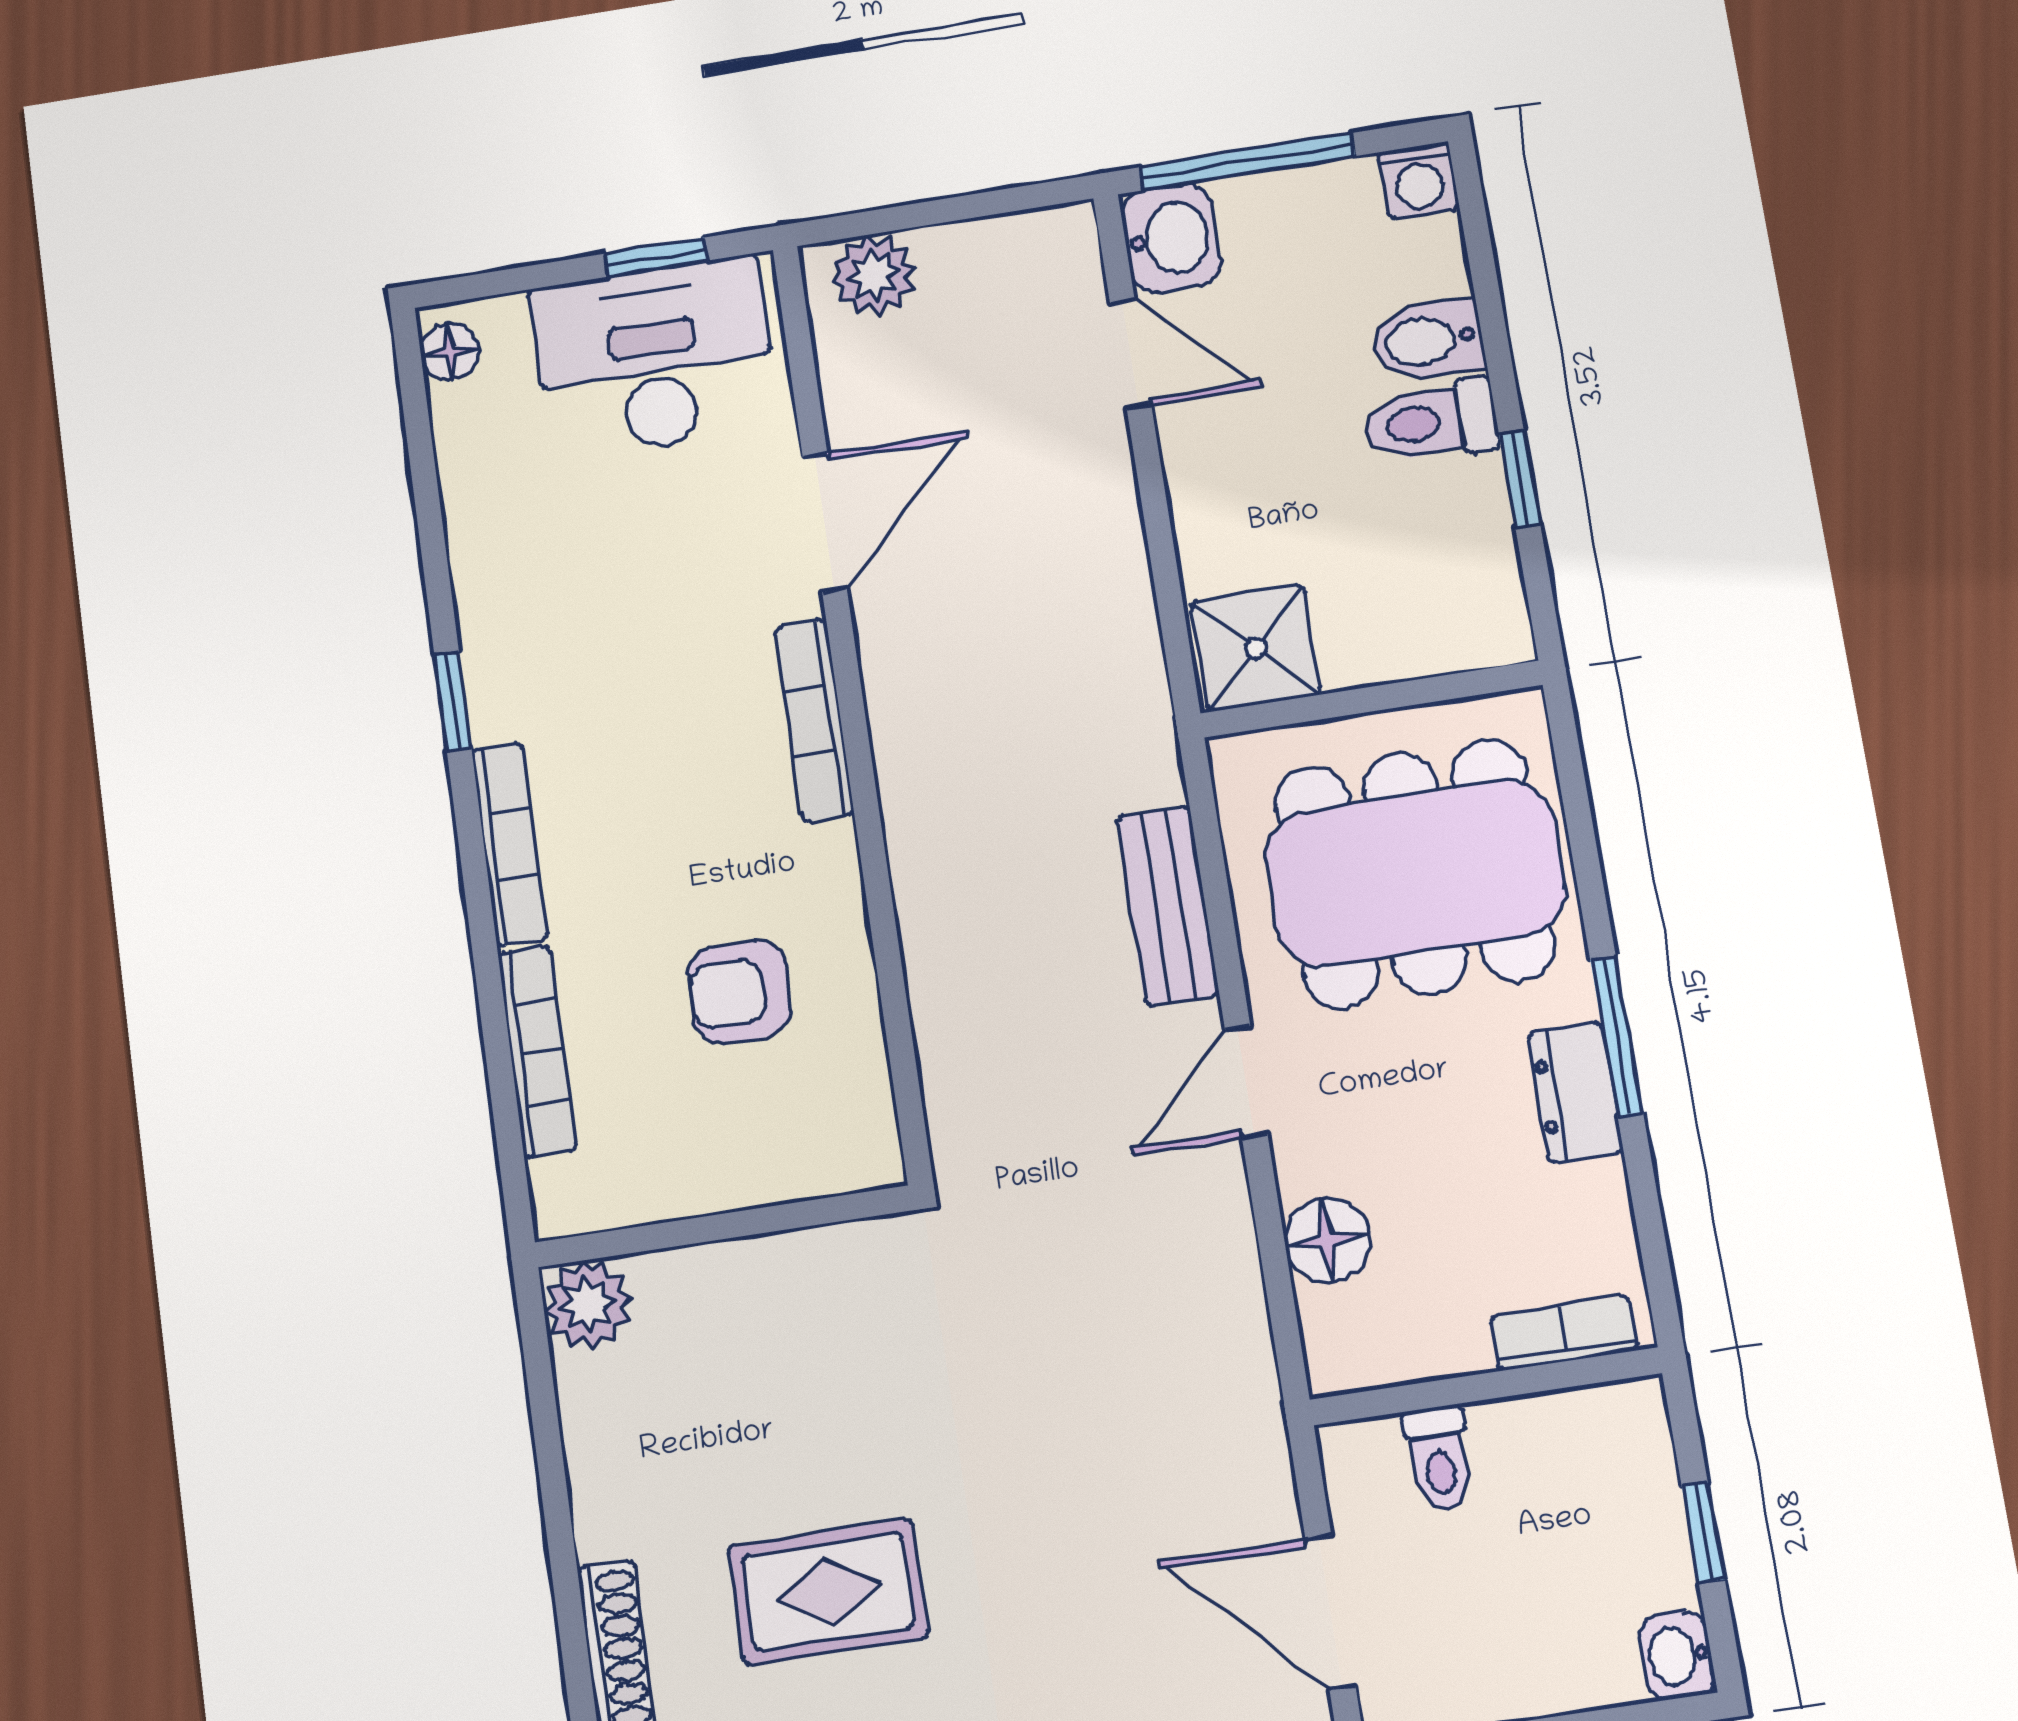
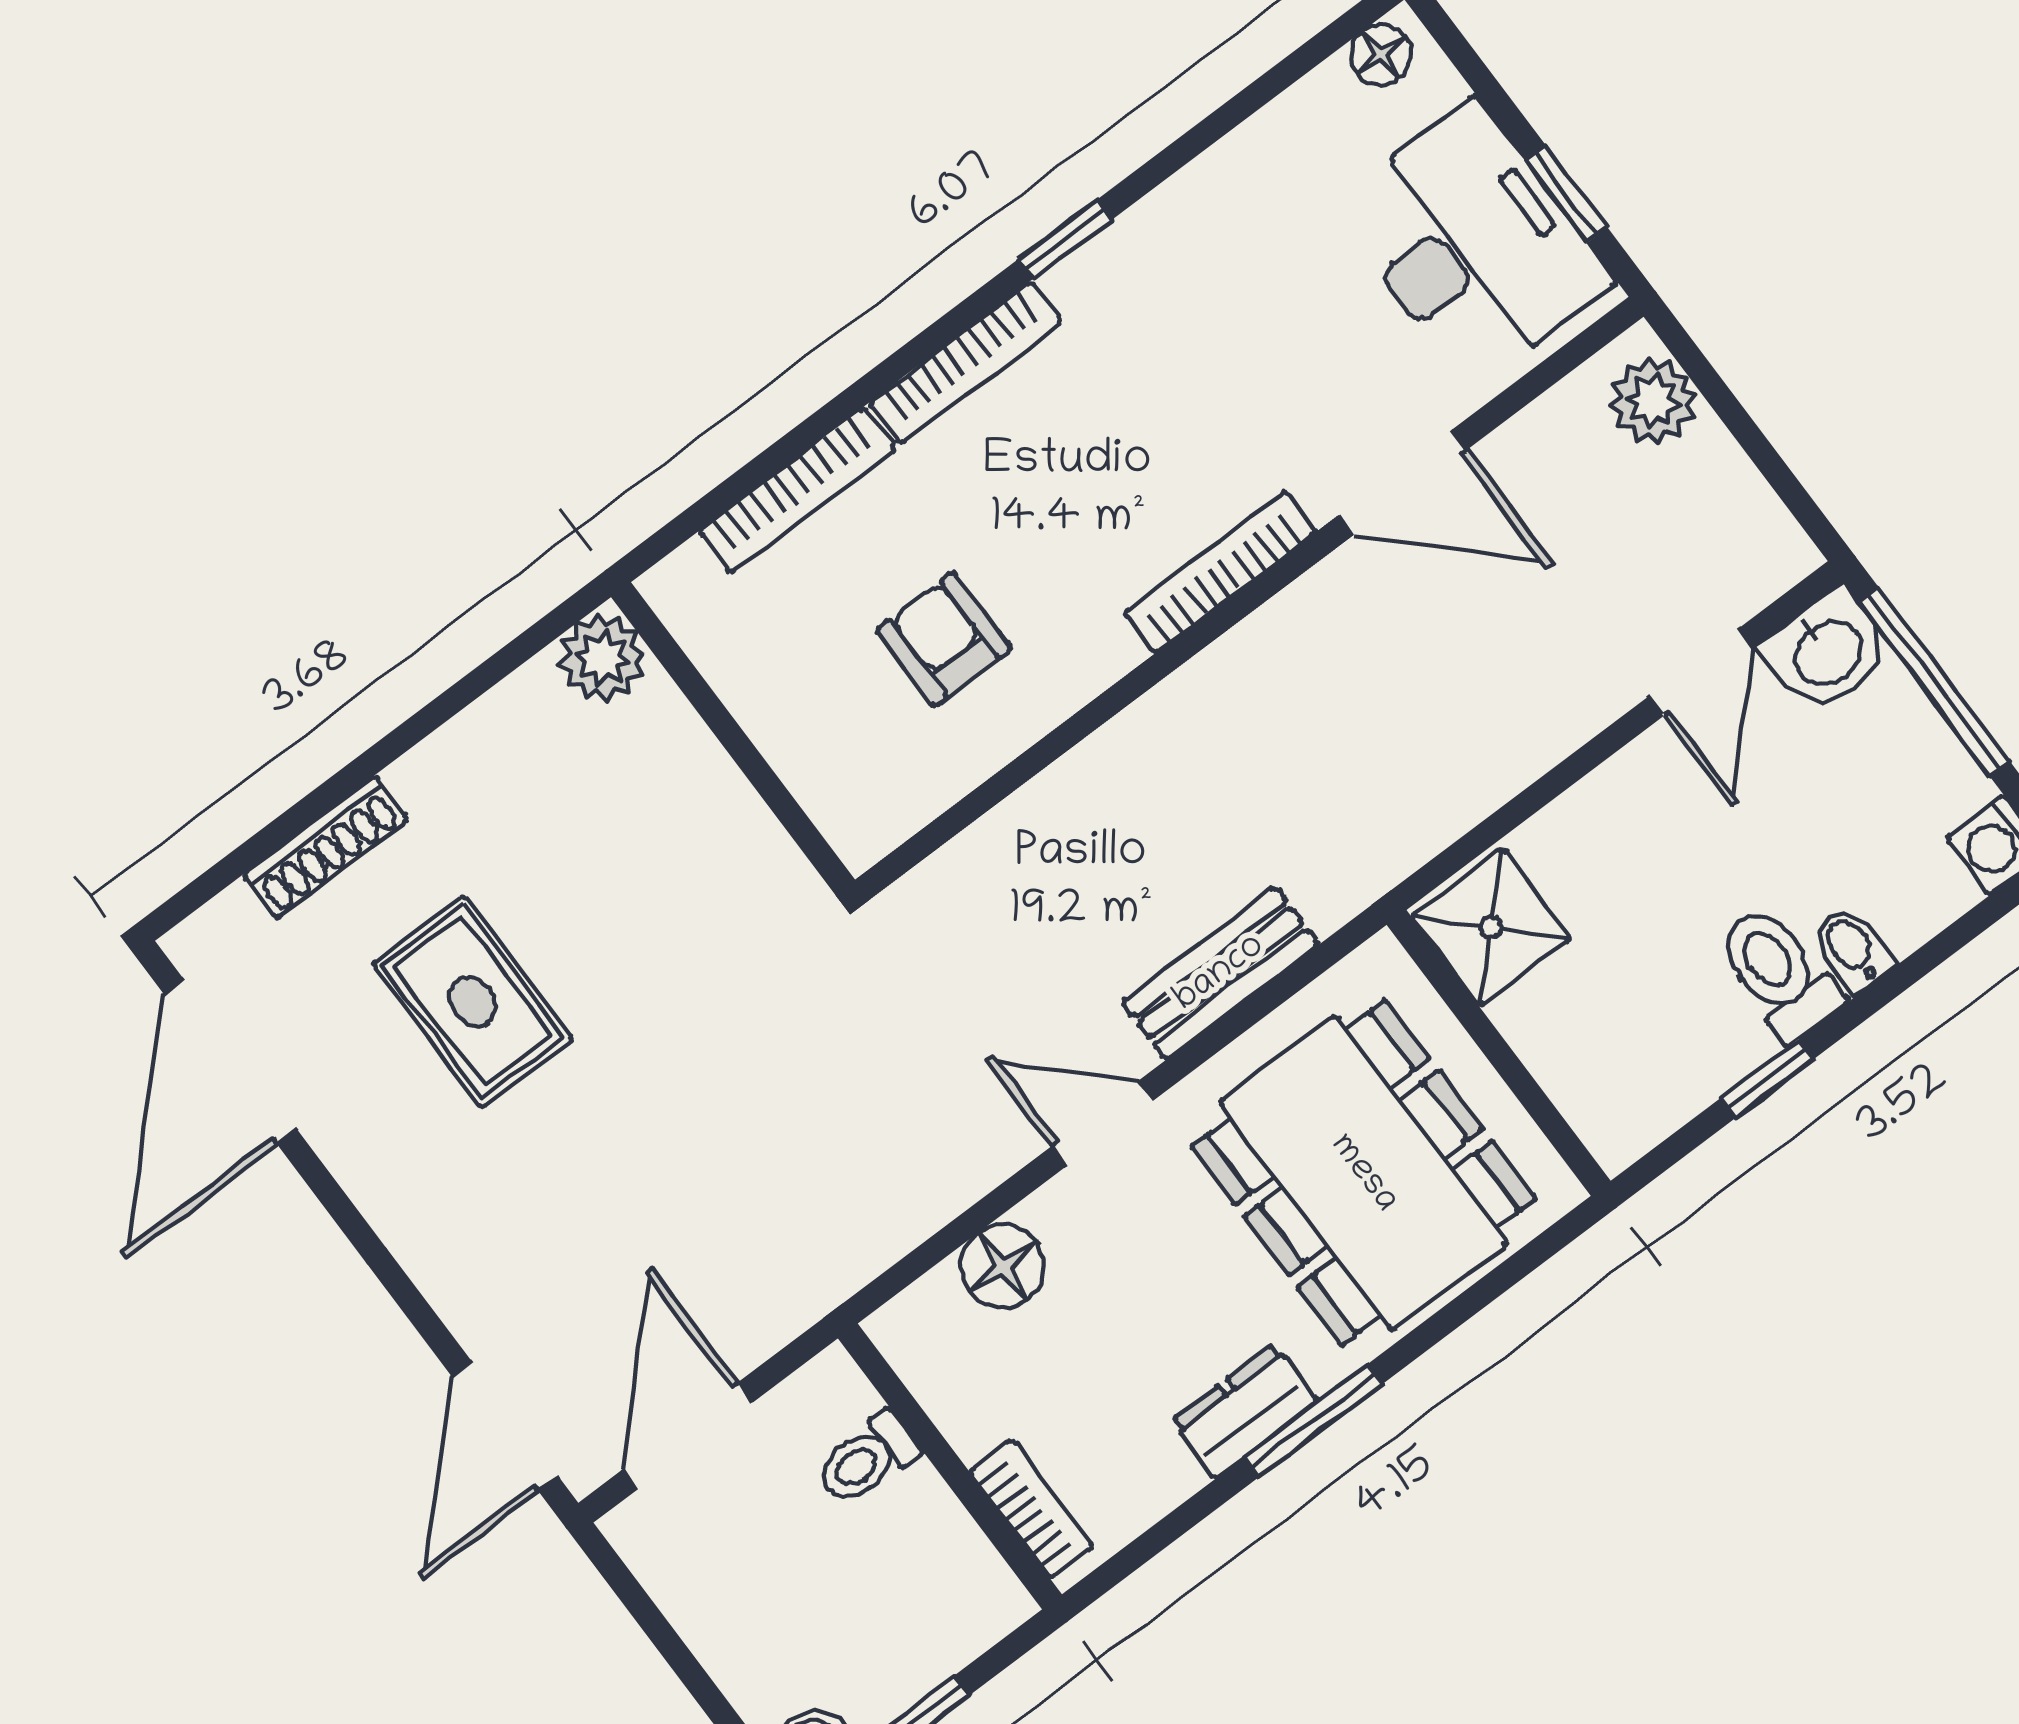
bidet: (1428, 341) -> (1852, 949), width x0.72, depth x0.74

